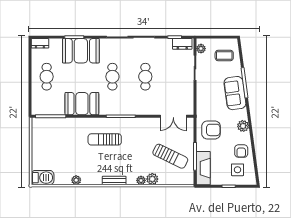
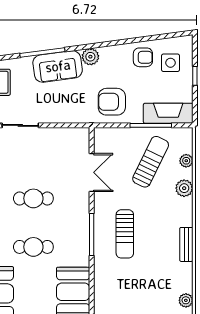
double door: (173, 116) -> (92, 172), moved
plant: (243, 126) -> (90, 57), moved
armchair: (211, 130) -> (112, 102), turned -90
sun lounger: (105, 139) -> (125, 234), moved
plant: (141, 180) -> (186, 161), moved

